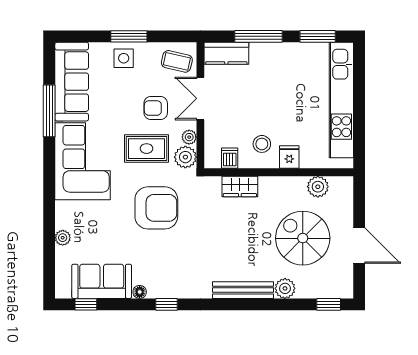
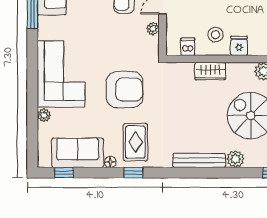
rug: (146, 149) -> (135, 142), moved, turned 90
plant: (185, 157) -> (150, 46), removed
corner sofa: (83, 161) -> (61, 74), moved
wardrobe: (240, 186) -> (210, 71), moved

